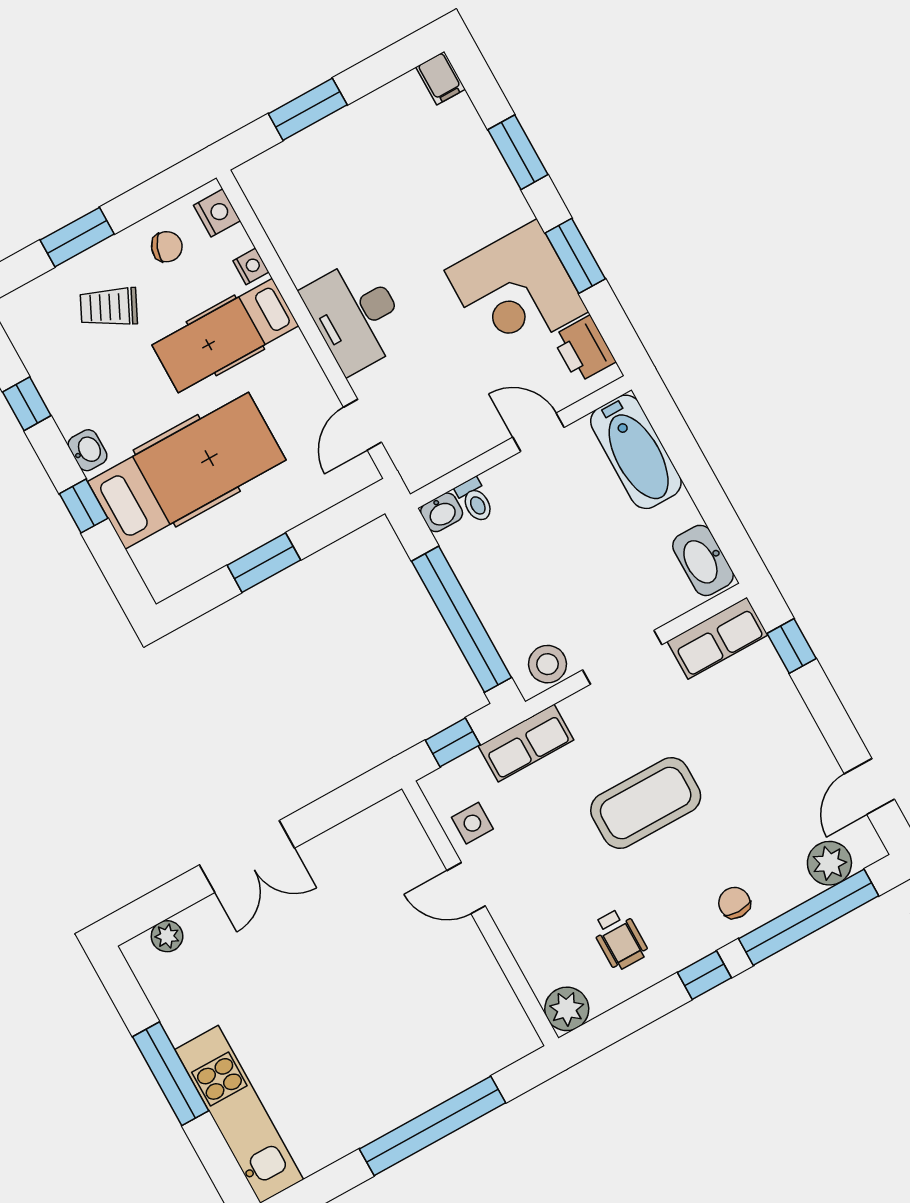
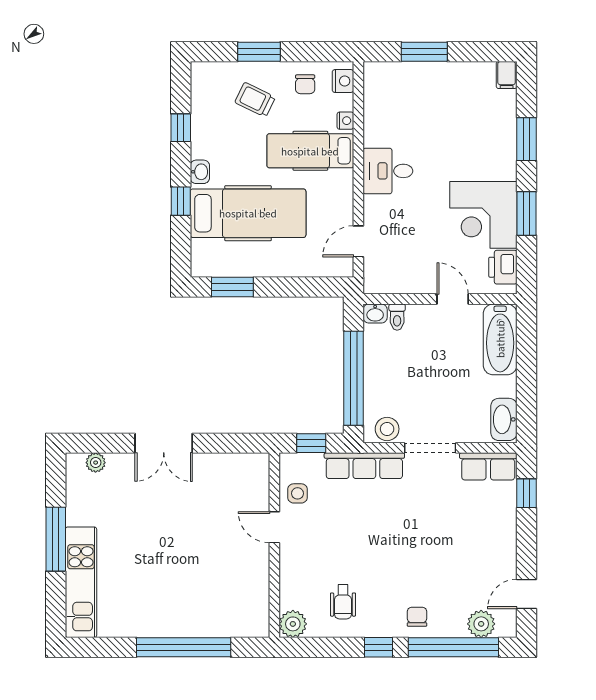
chair: (167, 247) -> (305, 84), turned 69
desk: (356, 316) -> (388, 171), width x0.73
window: (264, 563) -> (232, 287), moved
row of seats: (526, 743) -> (364, 466), width x1.48
coffee table: (646, 803) -> (399, 535), removed

